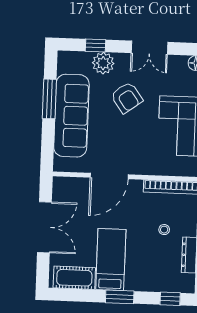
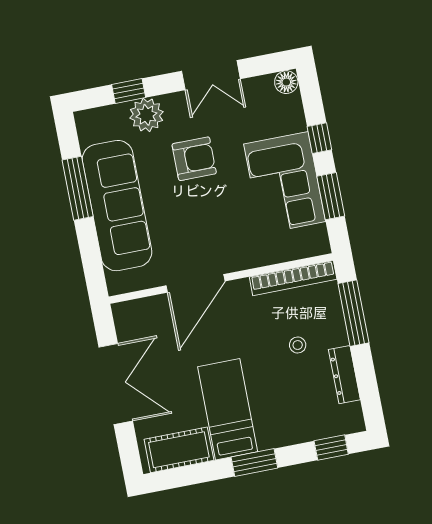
armchair: (127, 98) -> (194, 159), turned -54

